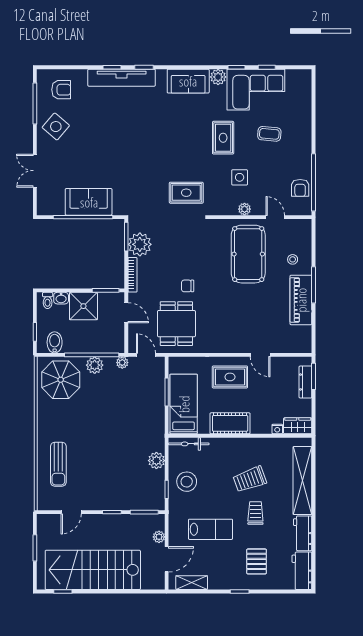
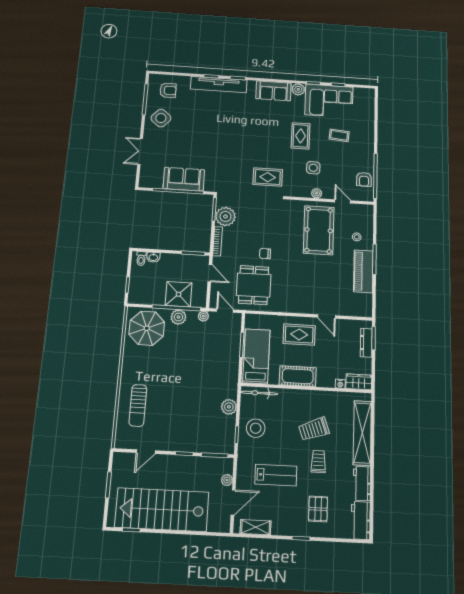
shower: (83, 306) -> (179, 294), moved
bidet: (55, 342) -> (144, 295), removed

